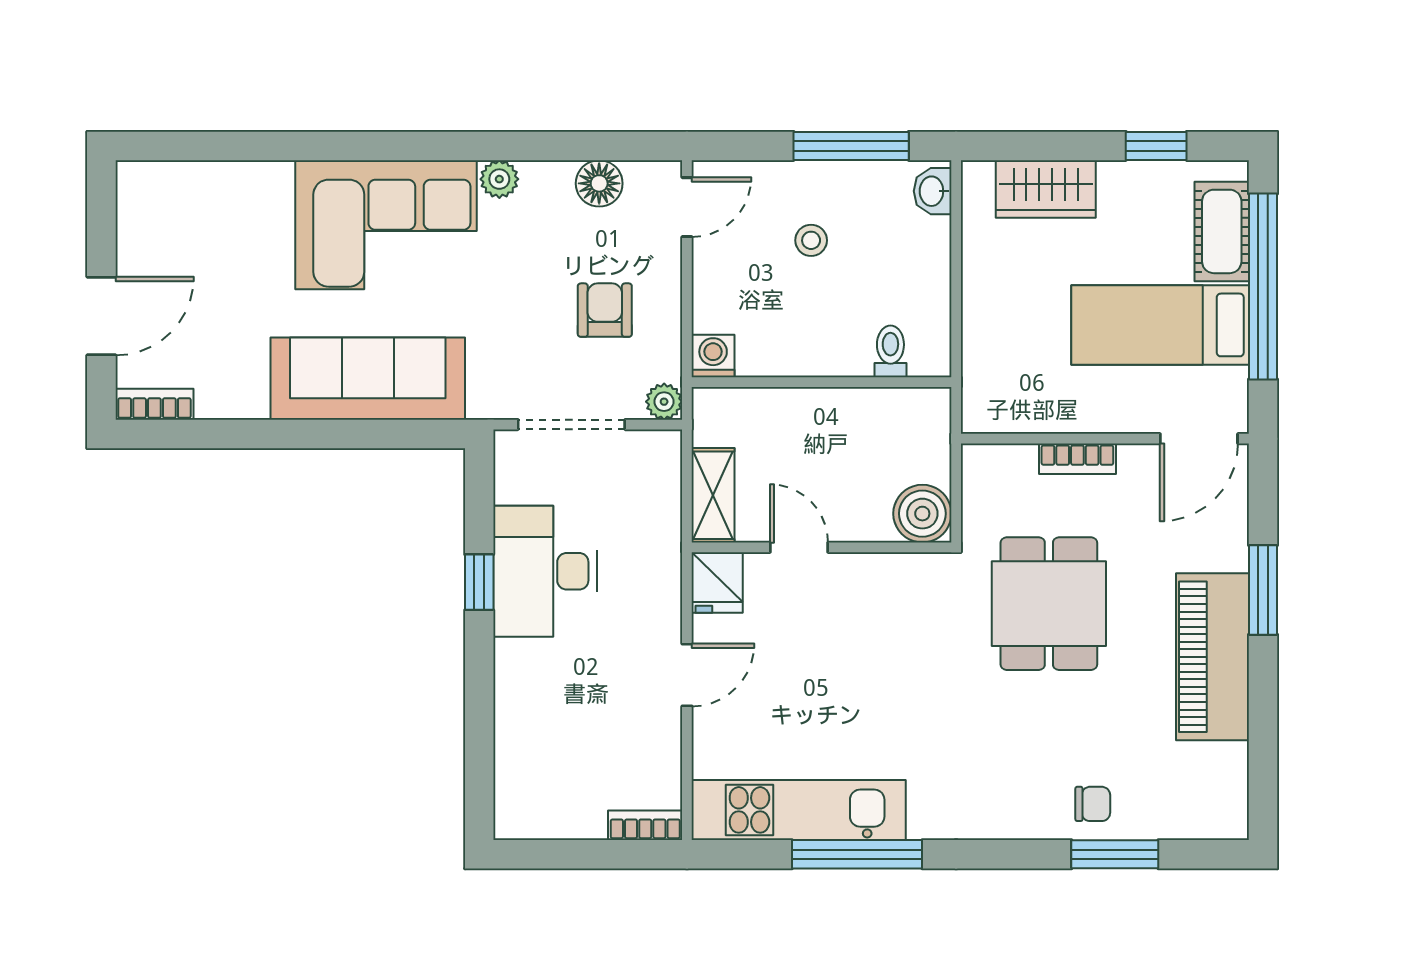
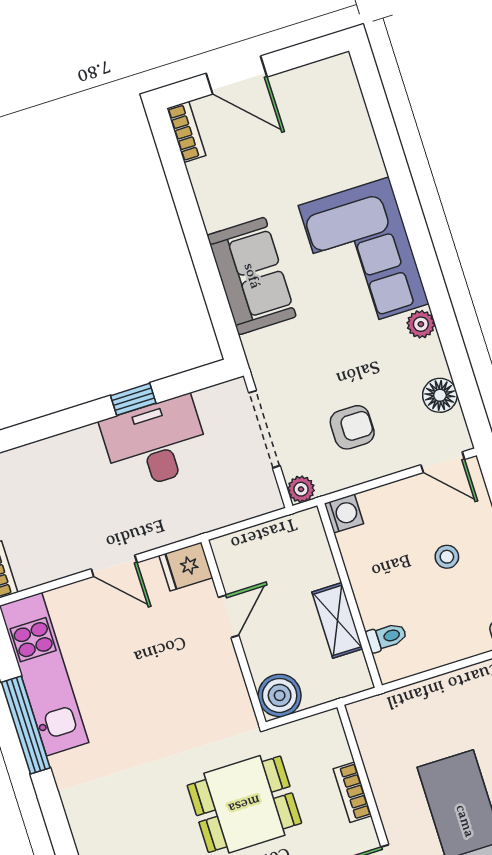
sofa: (368, 379) -> (252, 276), width x0.73
shelving: (713, 495) -> (337, 620), moved, turned 90

